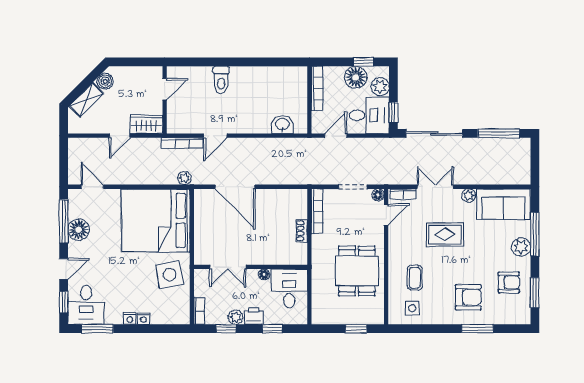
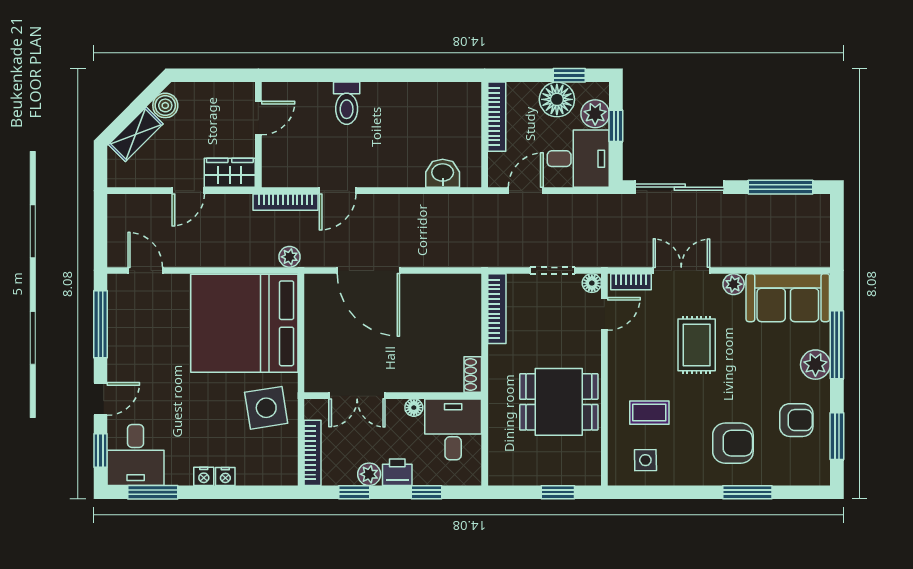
window: (393, 112) -> (616, 126), moved
floor lamp: (79, 230) -> (124, 338), removed
shoe rack: (302, 231) -> (473, 374), moved
rug: (445, 234) -> (697, 345), turned 90
dining table: (357, 271) -> (559, 402), turned 90
coffee table: (415, 278) -> (649, 413), turned 90
bookcase: (199, 311) -> (313, 453), width x1.56

